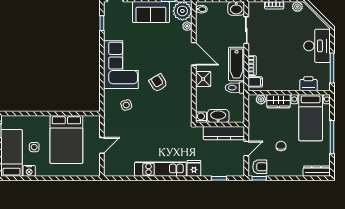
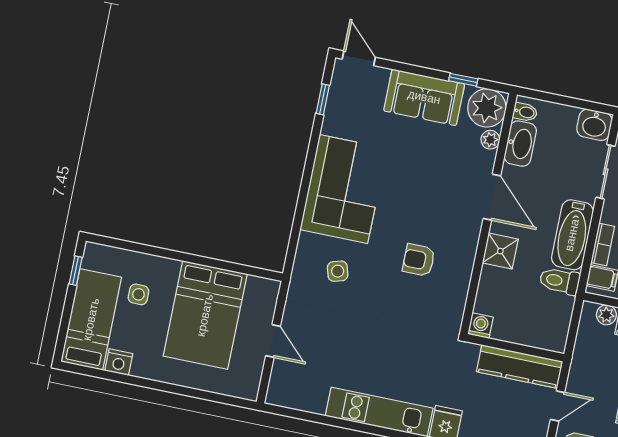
armchair: (158, 83) -> (419, 260), moved, turned -59
washbasin: (218, 116) -> (520, 144), moved, turned 90
door: (102, 145) -> (273, 341), hinge flipped
side table: (34, 147) -> (138, 294), moved

